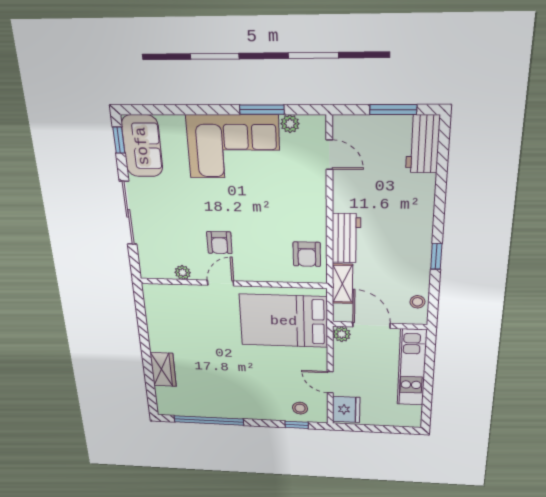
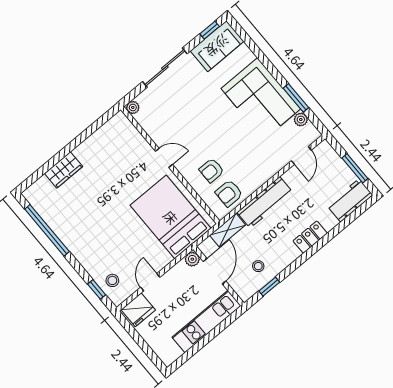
locker: (423, 215) -> (310, 237), added
workbench: (346, 238) -> (265, 202), width x1.37
armchair: (219, 243) -> (212, 170), moved
window: (436, 256) -> (269, 287), moved
plant: (183, 273) -> (133, 107), moved
stool: (417, 302) -> (258, 266), moved

